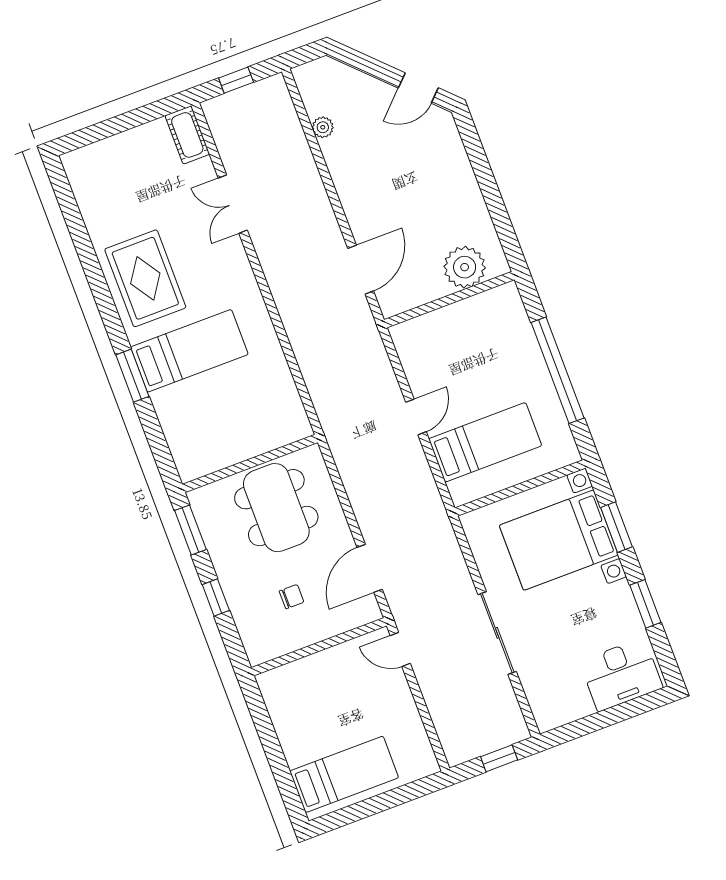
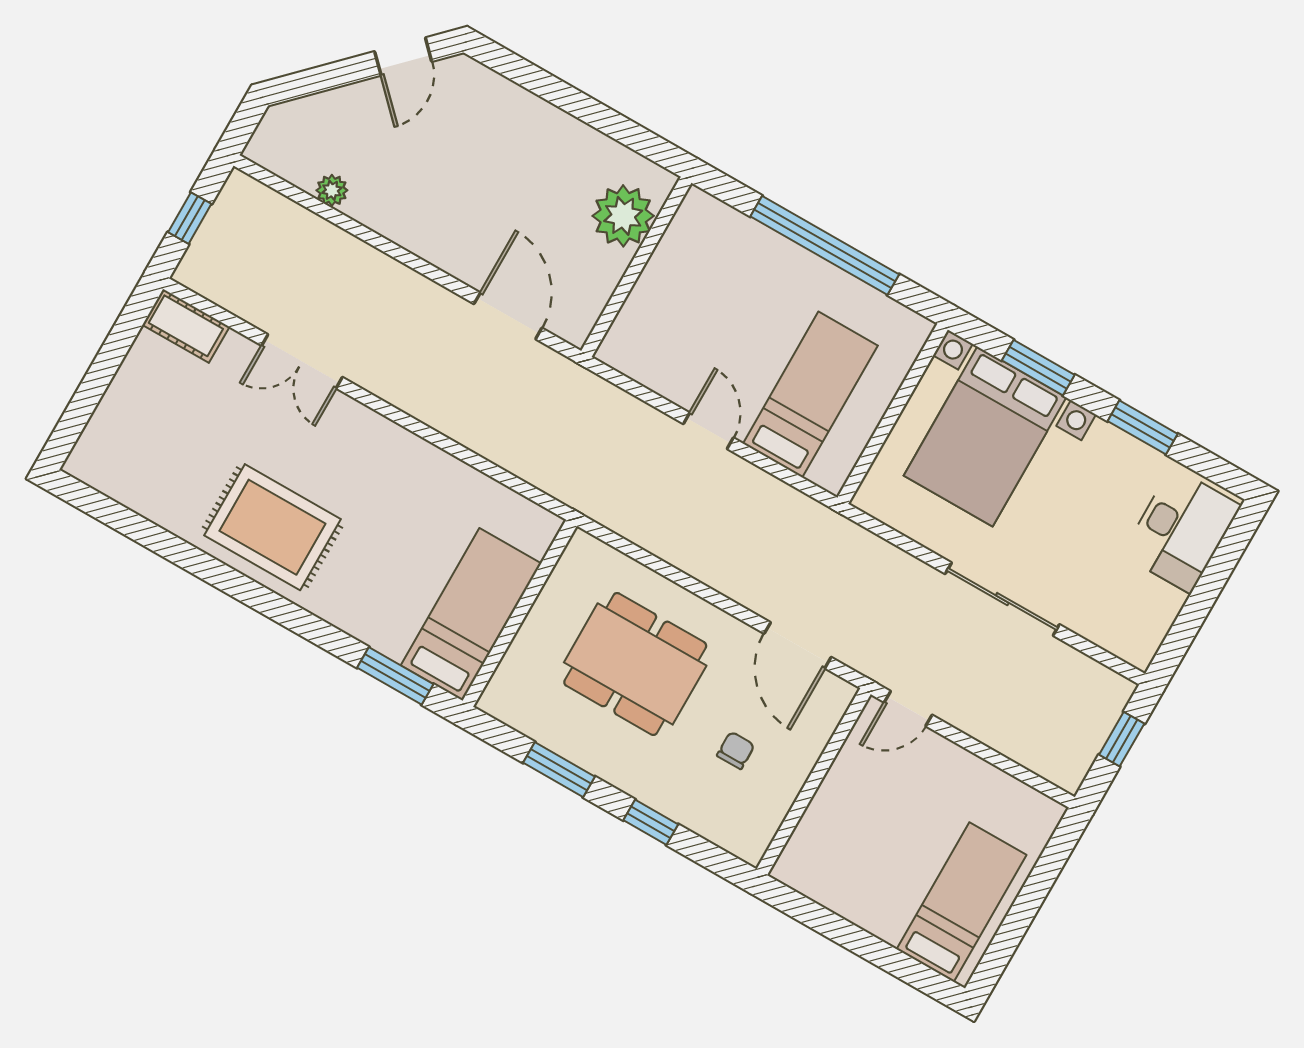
bed: (189, 351) -> (471, 614), moved
window: (132, 376) -> (395, 676), moved
wall: (250, 463) -> (520, 613), moved

